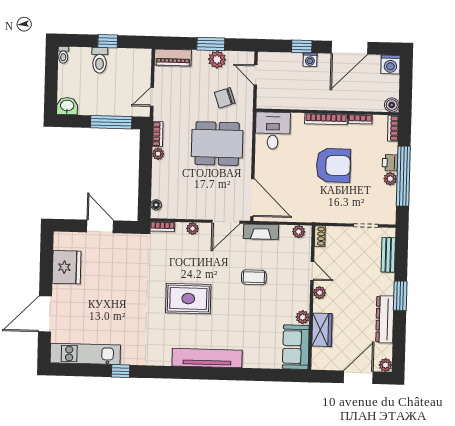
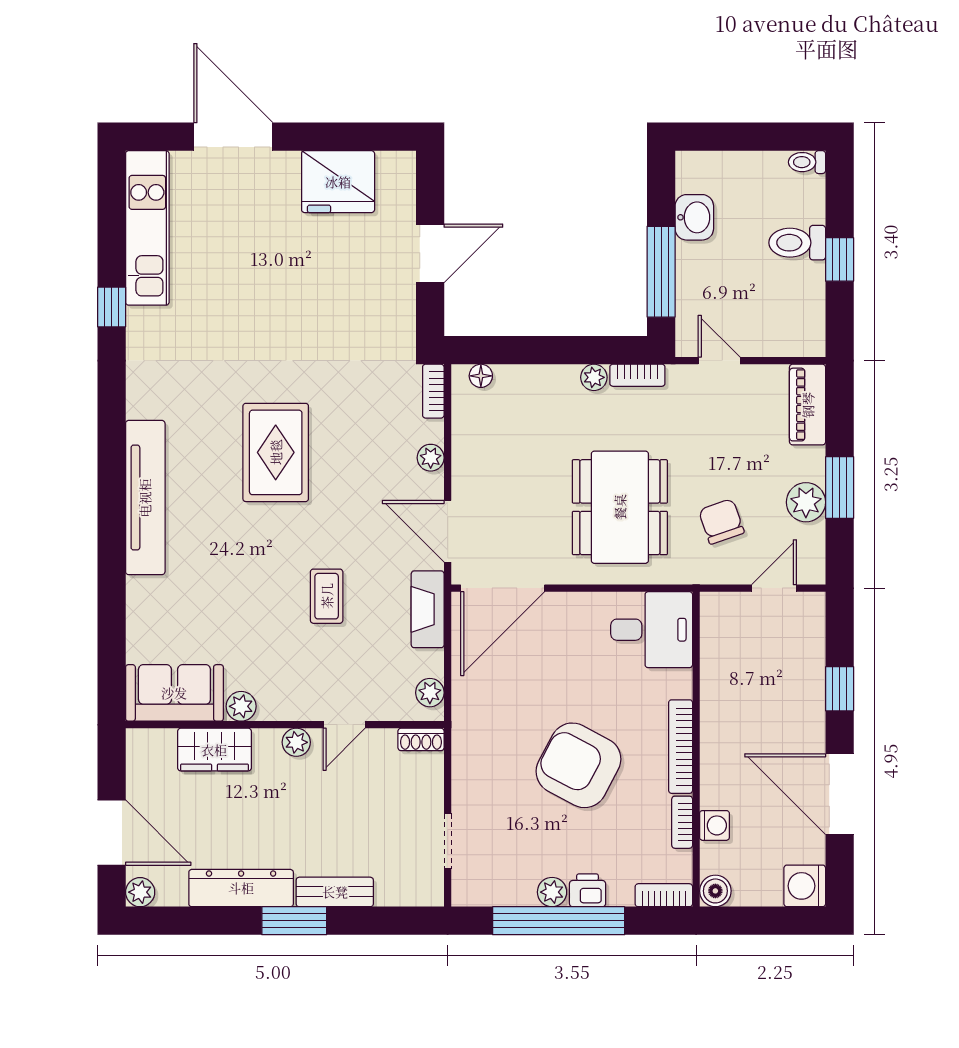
washing machine: (310, 60) -> (714, 825), moved, turned 180
washbasin: (67, 106) -> (694, 217), moved
armchair: (333, 165) -> (578, 765), turned 118
bench: (388, 255) -> (335, 892), moved

